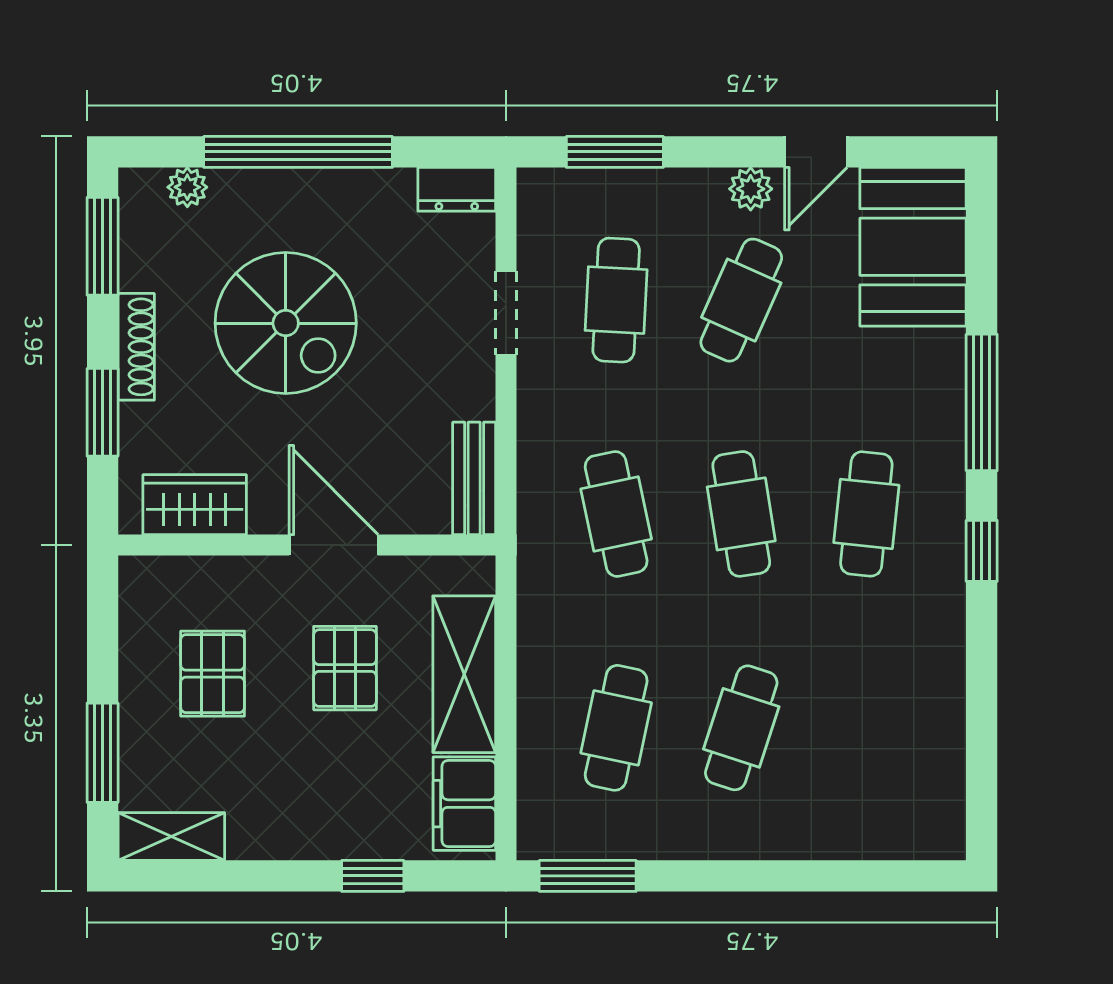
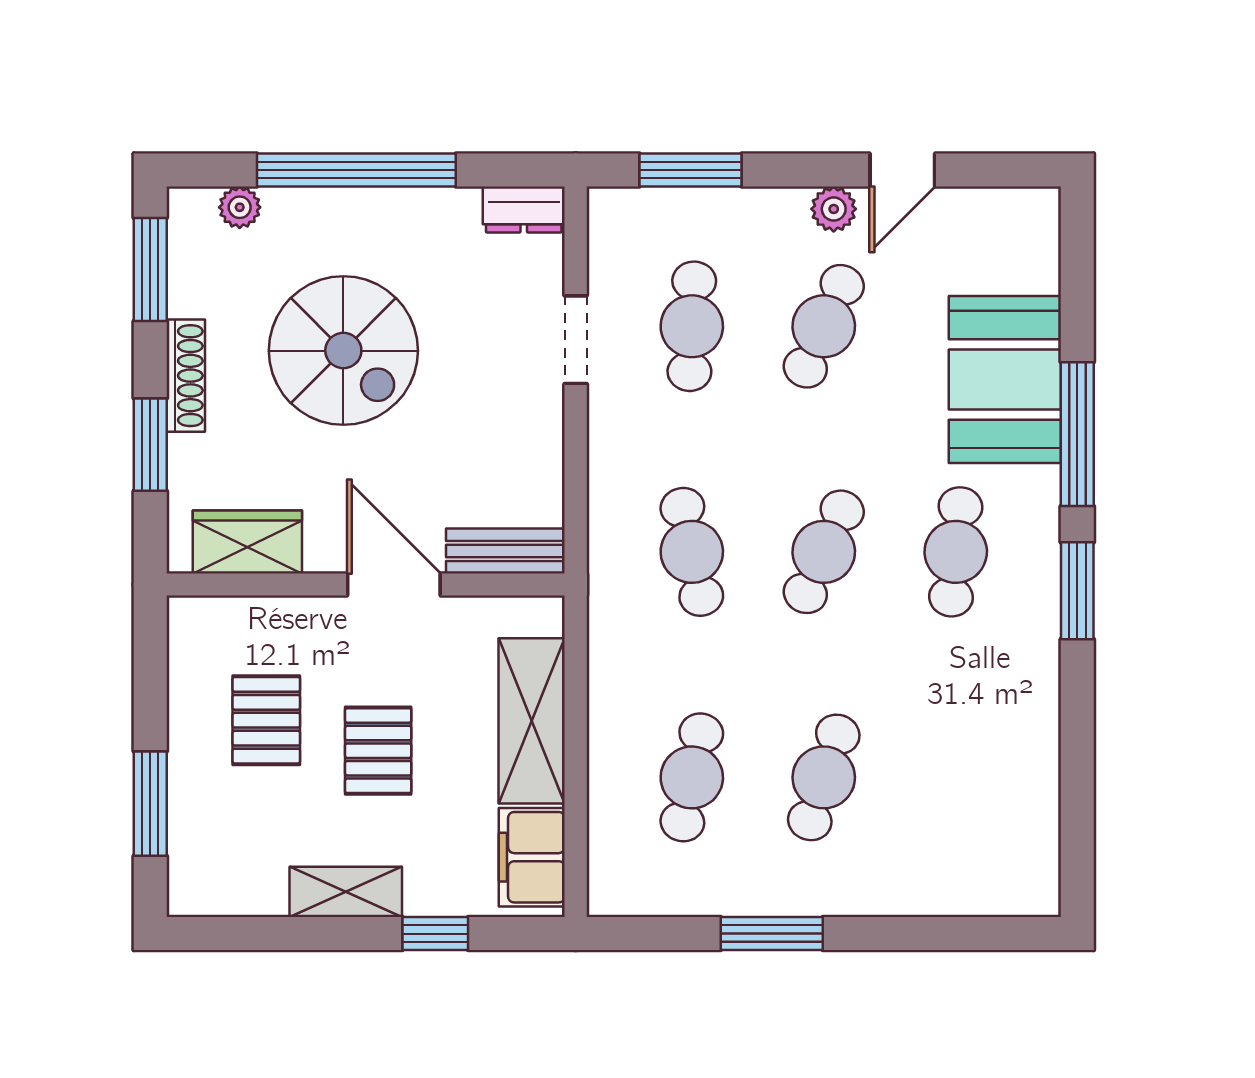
booth: (913, 247) -> (1005, 380), moved
bench: (474, 478) -> (505, 551), moved, turned 90
cafe table: (741, 514) -> (824, 552), turned 33
window: (982, 551) -> (1077, 591), width x1.50
pallet: (345, 668) -> (378, 751), moved
shelving: (171, 836) -> (346, 892), moved
window: (588, 876) -> (772, 934), moved

